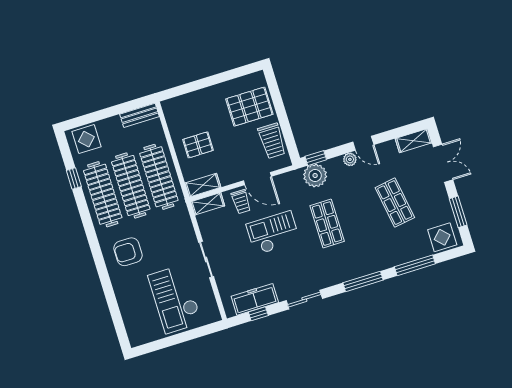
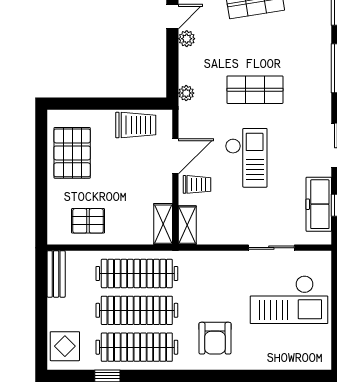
pallet: (249, 107) -> (72, 153), moved
pallet: (198, 145) -> (88, 221), moved, turned 90
window: (316, 158) -> (172, 79), removed
plant: (315, 176) -> (186, 93), width x0.53, depth x0.53
checkout: (273, 233) -> (246, 158), turned 180
sliding door: (206, 260) -> (271, 248), moved

